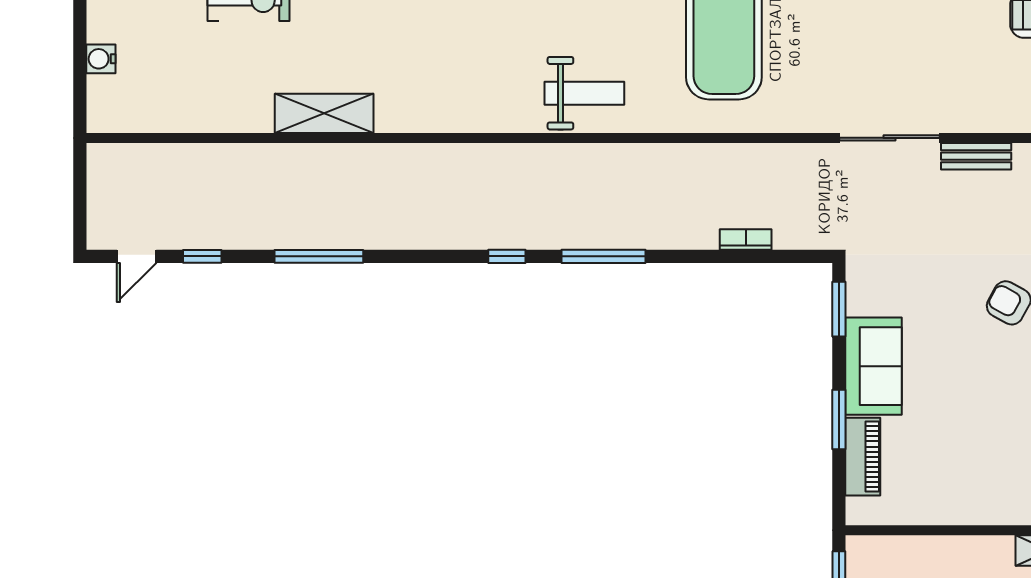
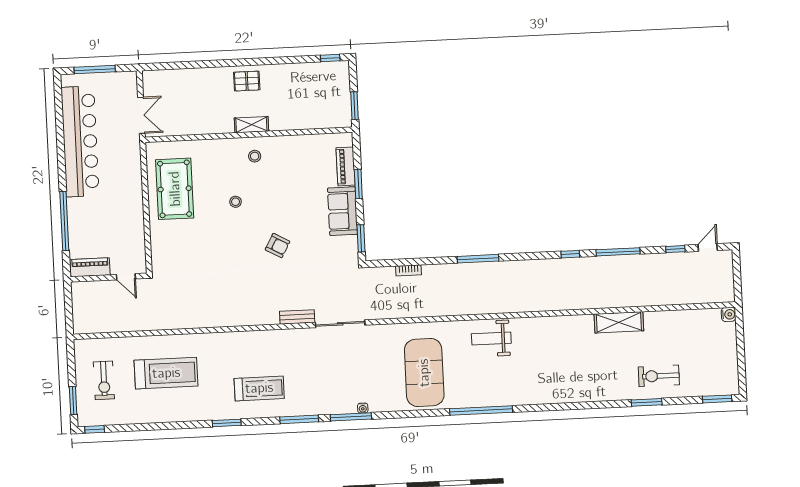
water cooler: (101, 59) -> (729, 314), moved
window: (507, 256) -> (570, 254), moved

